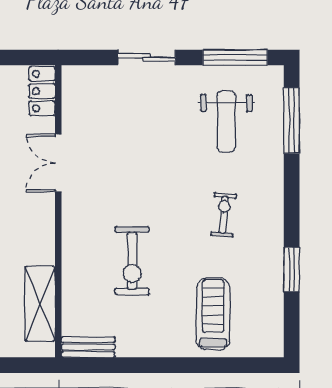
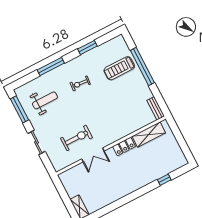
locker: (42, 91) -> (124, 146), moved
window: (292, 121) -> (51, 67), moved
exercise bike: (132, 261) -> (76, 138), moved
window: (191, 365) -> (142, 66), added

